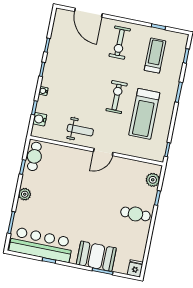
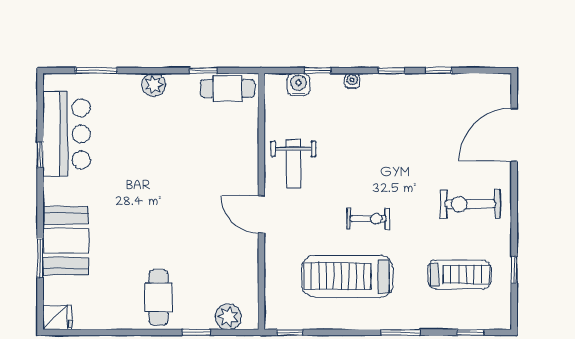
exercise bike: (117, 97) -> (368, 219), width x0.73, depth x0.72
bar counter: (41, 245) -> (66, 134), width x0.73

